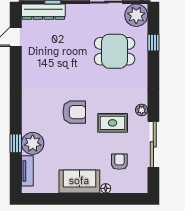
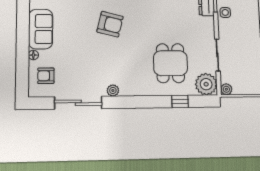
armchair: (74, 112) -> (110, 24), turned -76
rug: (113, 123) -> (100, 62), removed
armchair: (119, 162) -> (46, 76), moved, turned 180

